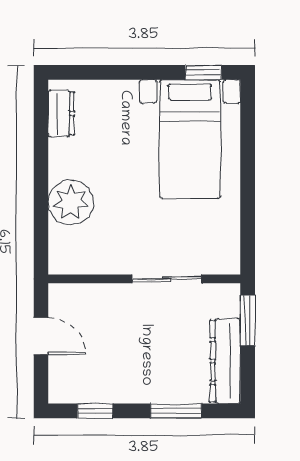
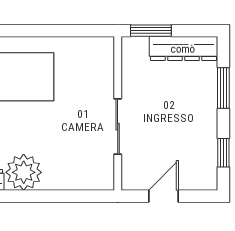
plant: (71, 202) -> (24, 172), moved
sliding door: (167, 279) -> (118, 127), moved

